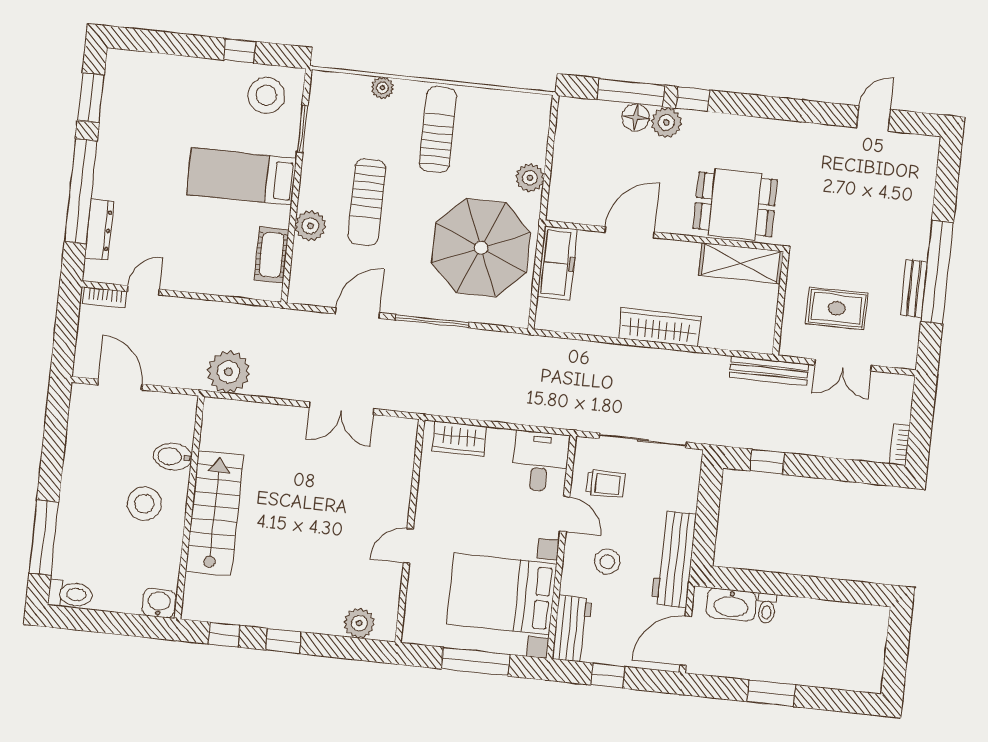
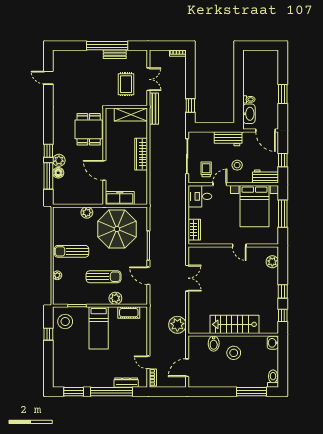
shelving: (741, 263) -> (131, 115), moved, turned 90
workbench: (674, 559) -> (228, 139), width x0.73

